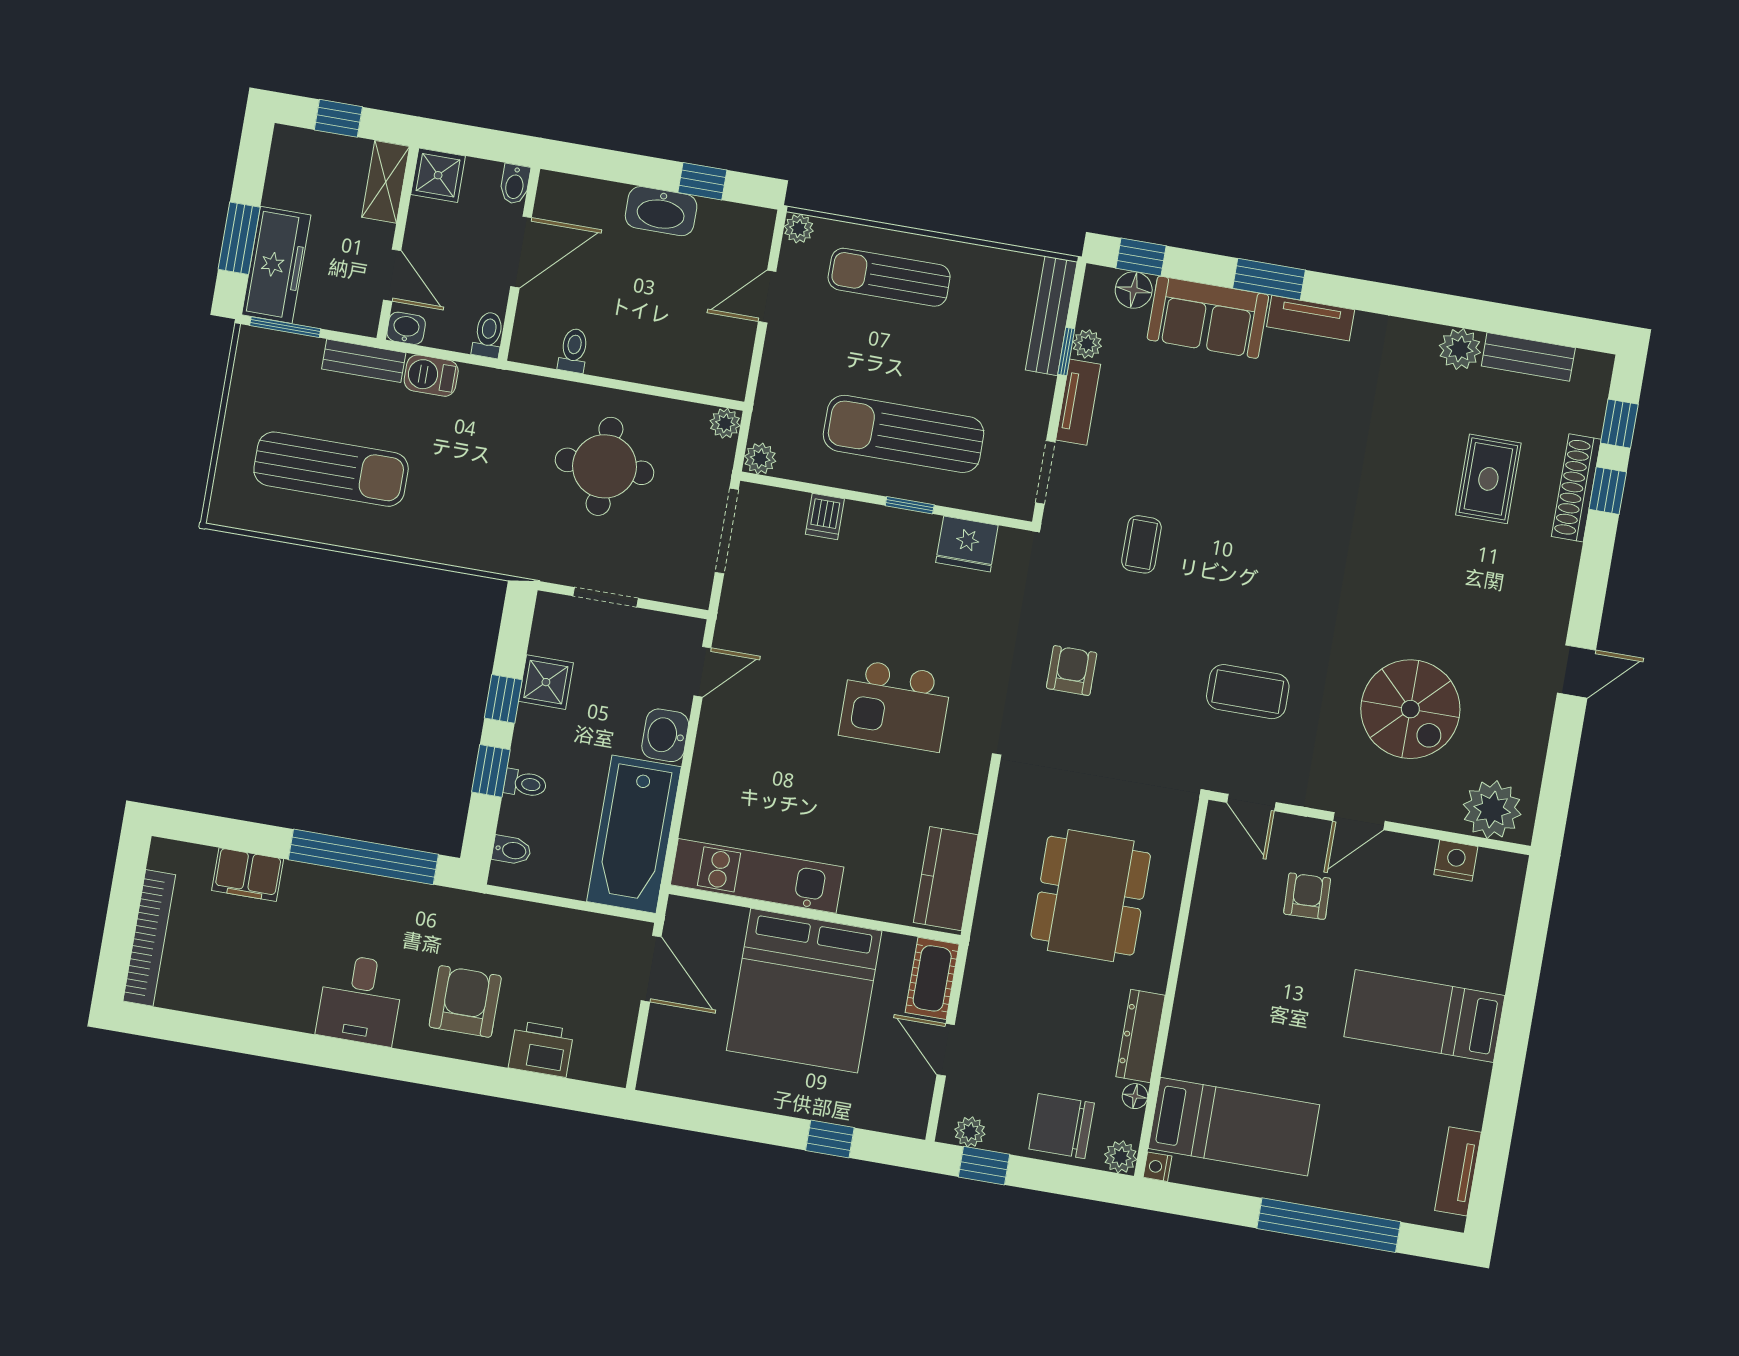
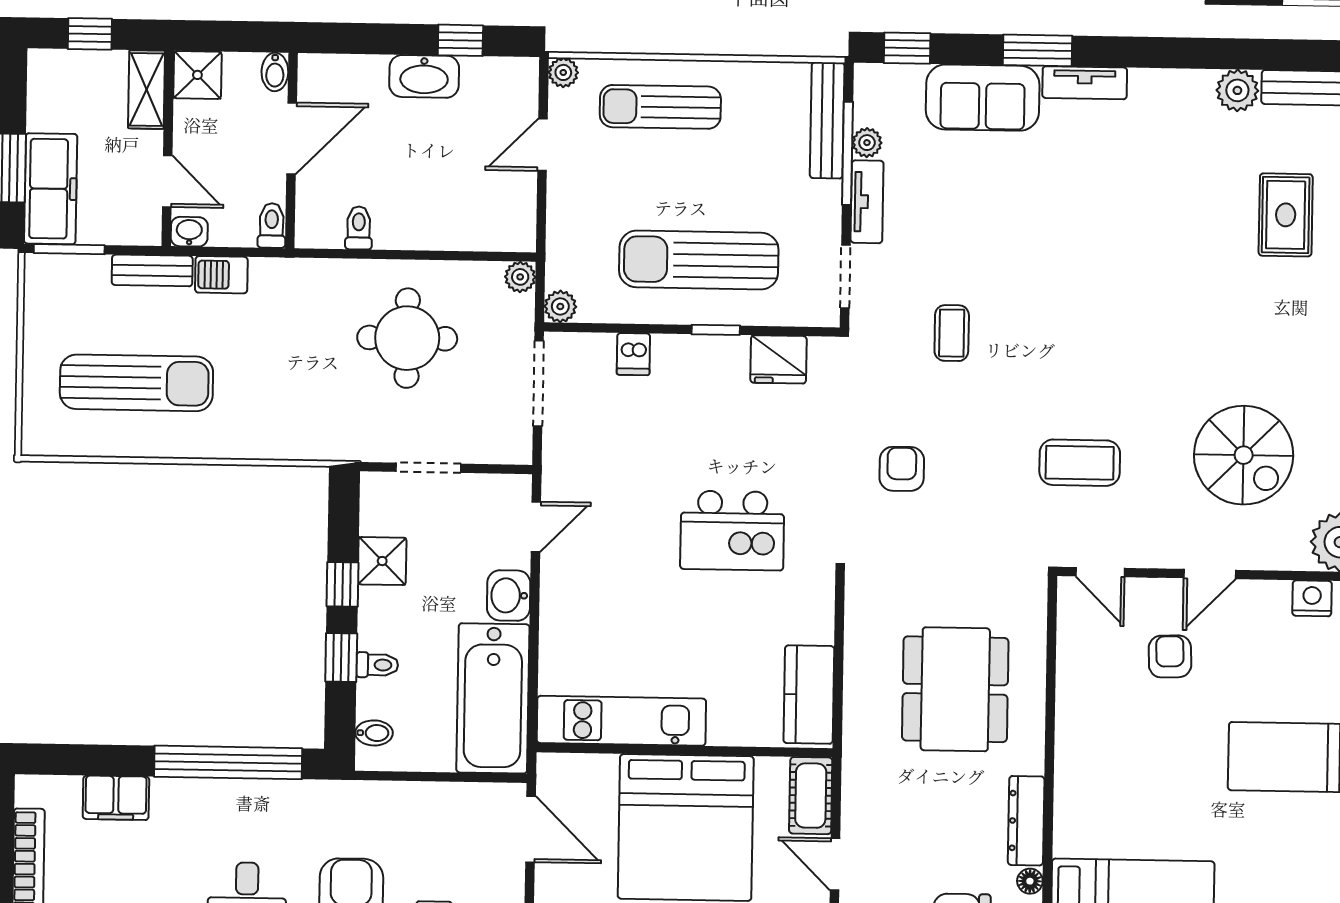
floor lamp: (1134, 290) -> (905, 82), removed
window: (1066, 352) -> (847, 153), width x2.17

